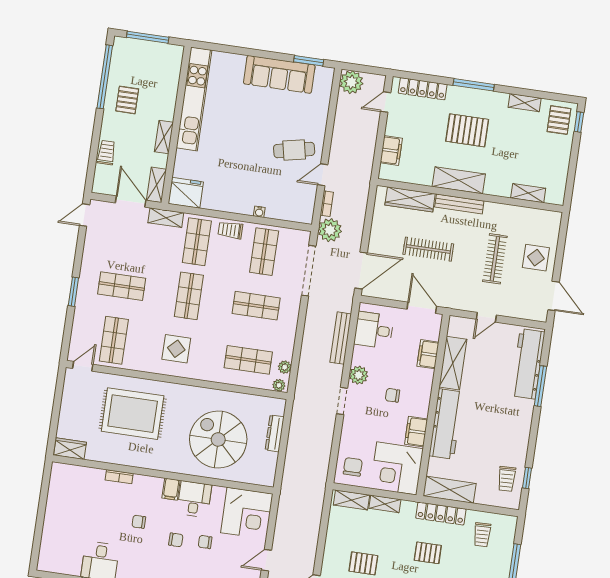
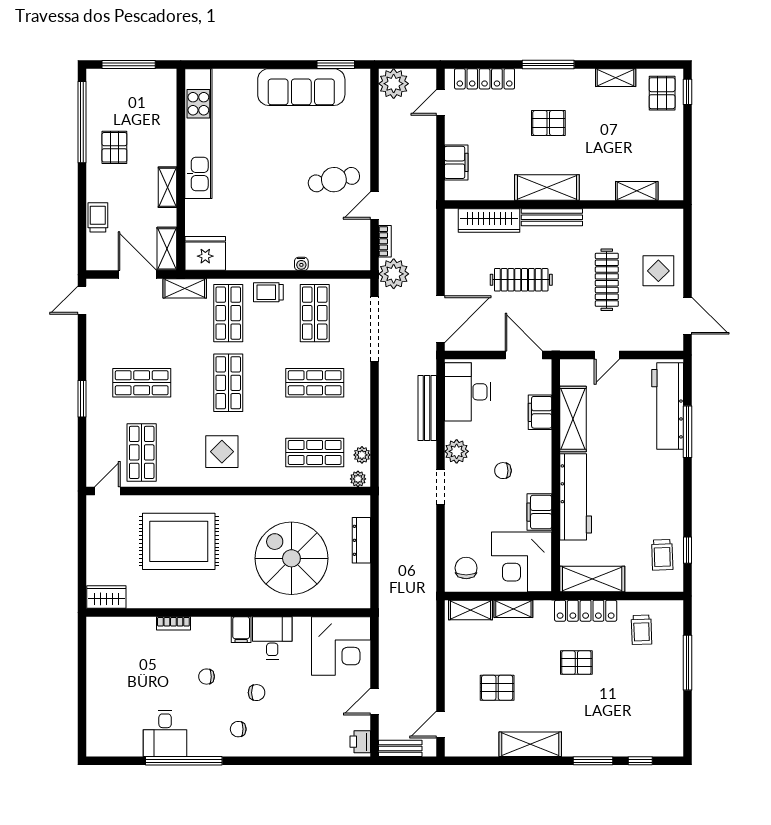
pallet: (467, 130) -> (548, 123), width x0.67, depth x0.71
desk: (374, 330) -> (467, 392), width x1.37
chair: (205, 542) -> (238, 729), moved

